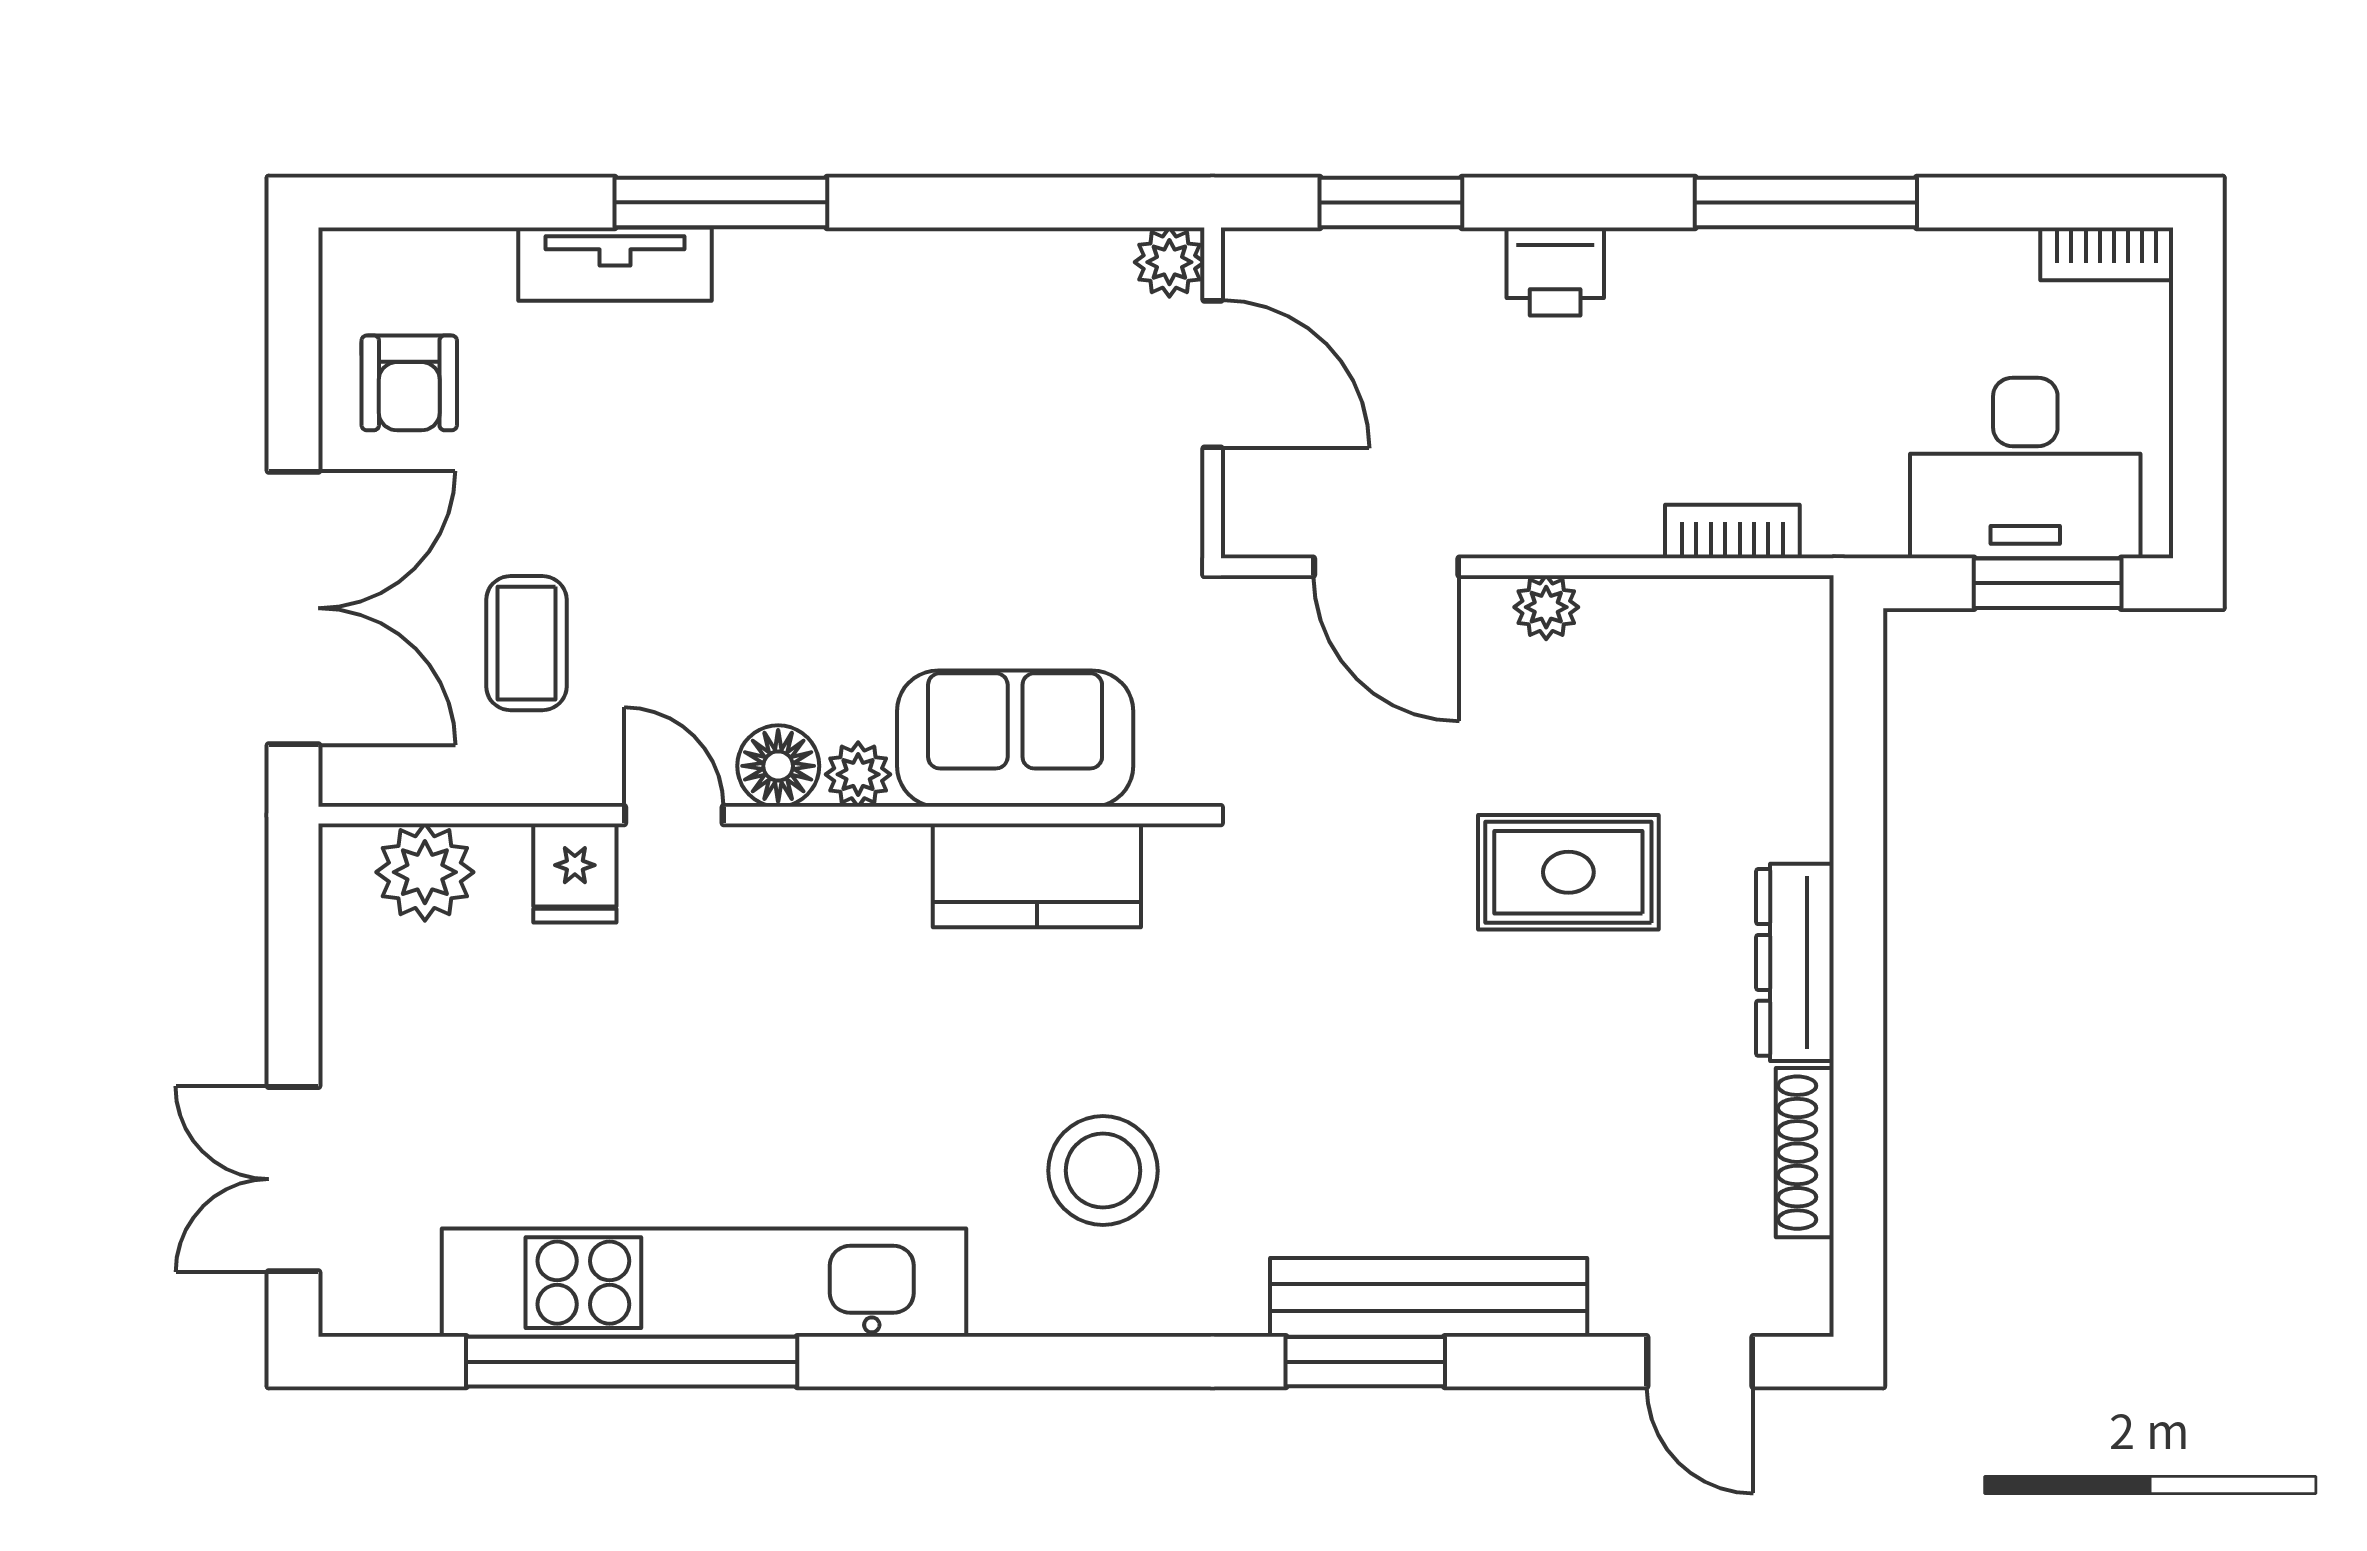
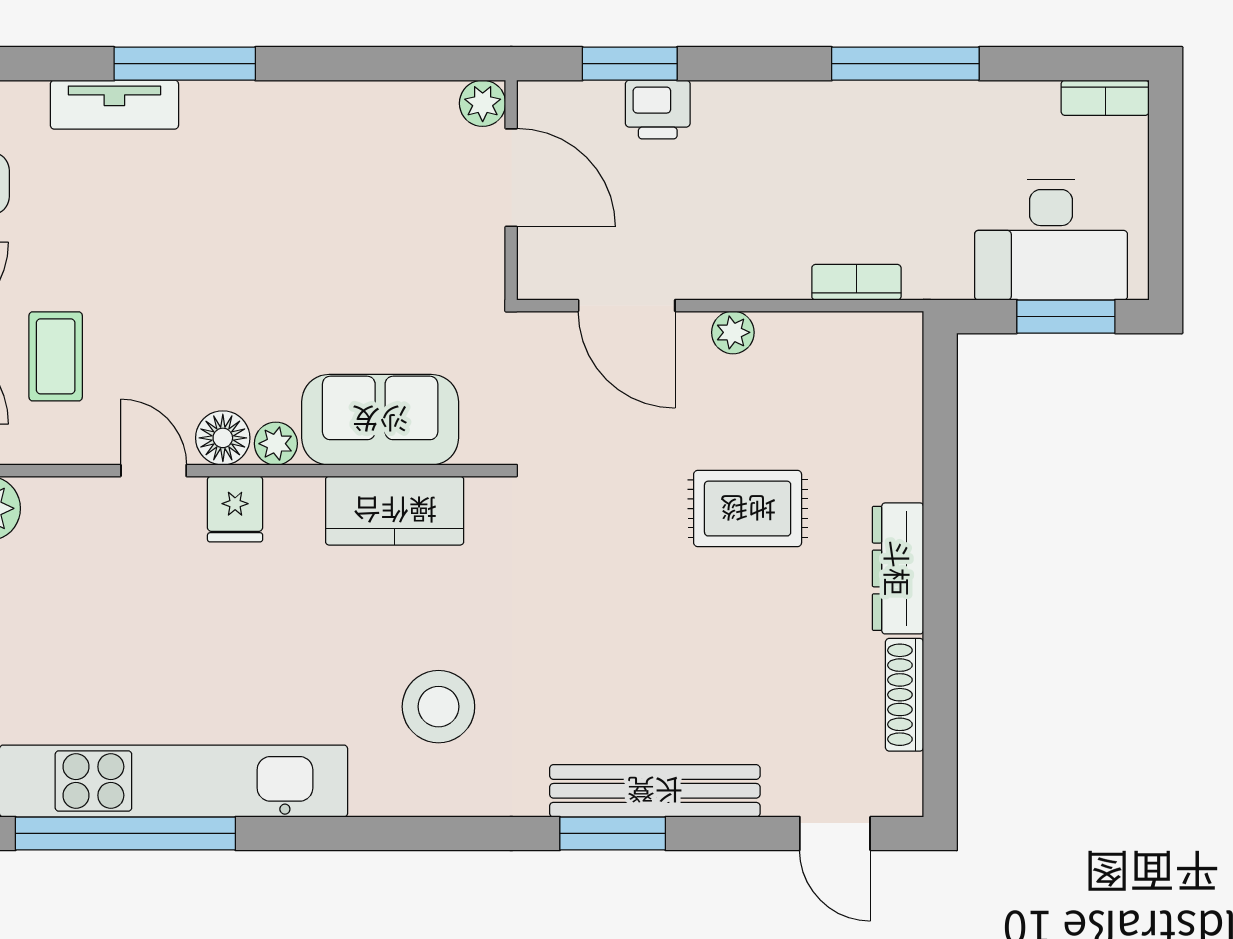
printer: (1555, 271) -> (658, 110), moved
fridge: (575, 873) -> (235, 509), moved

